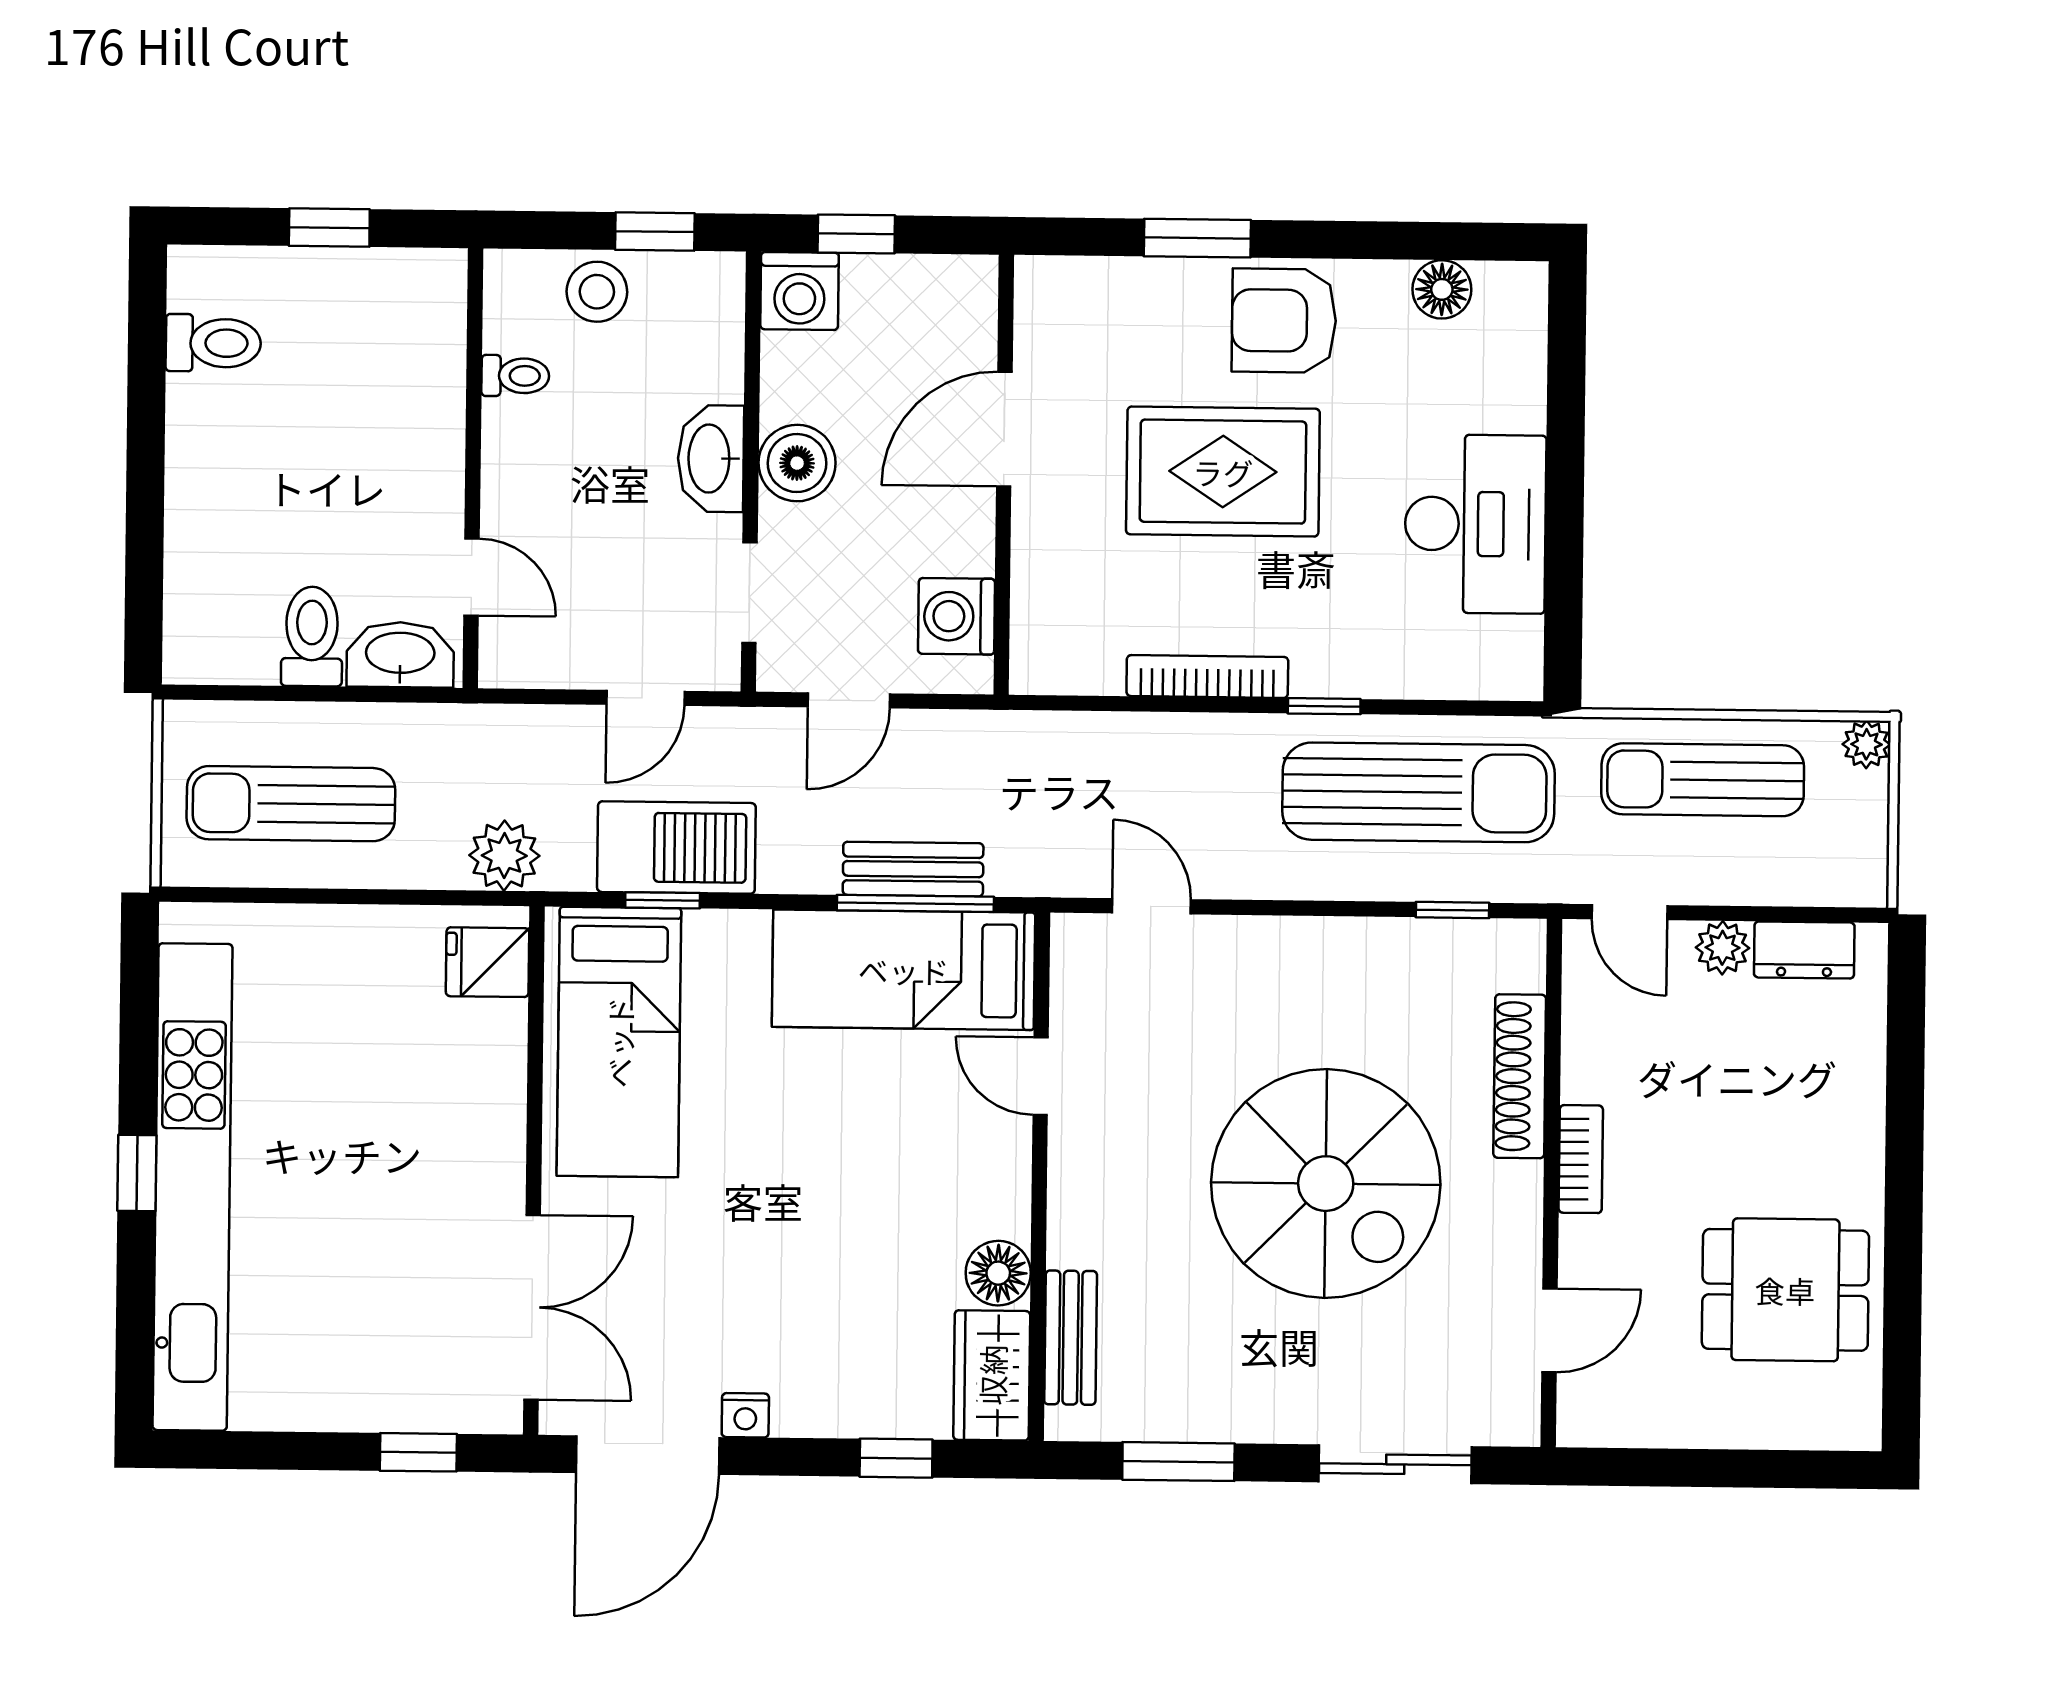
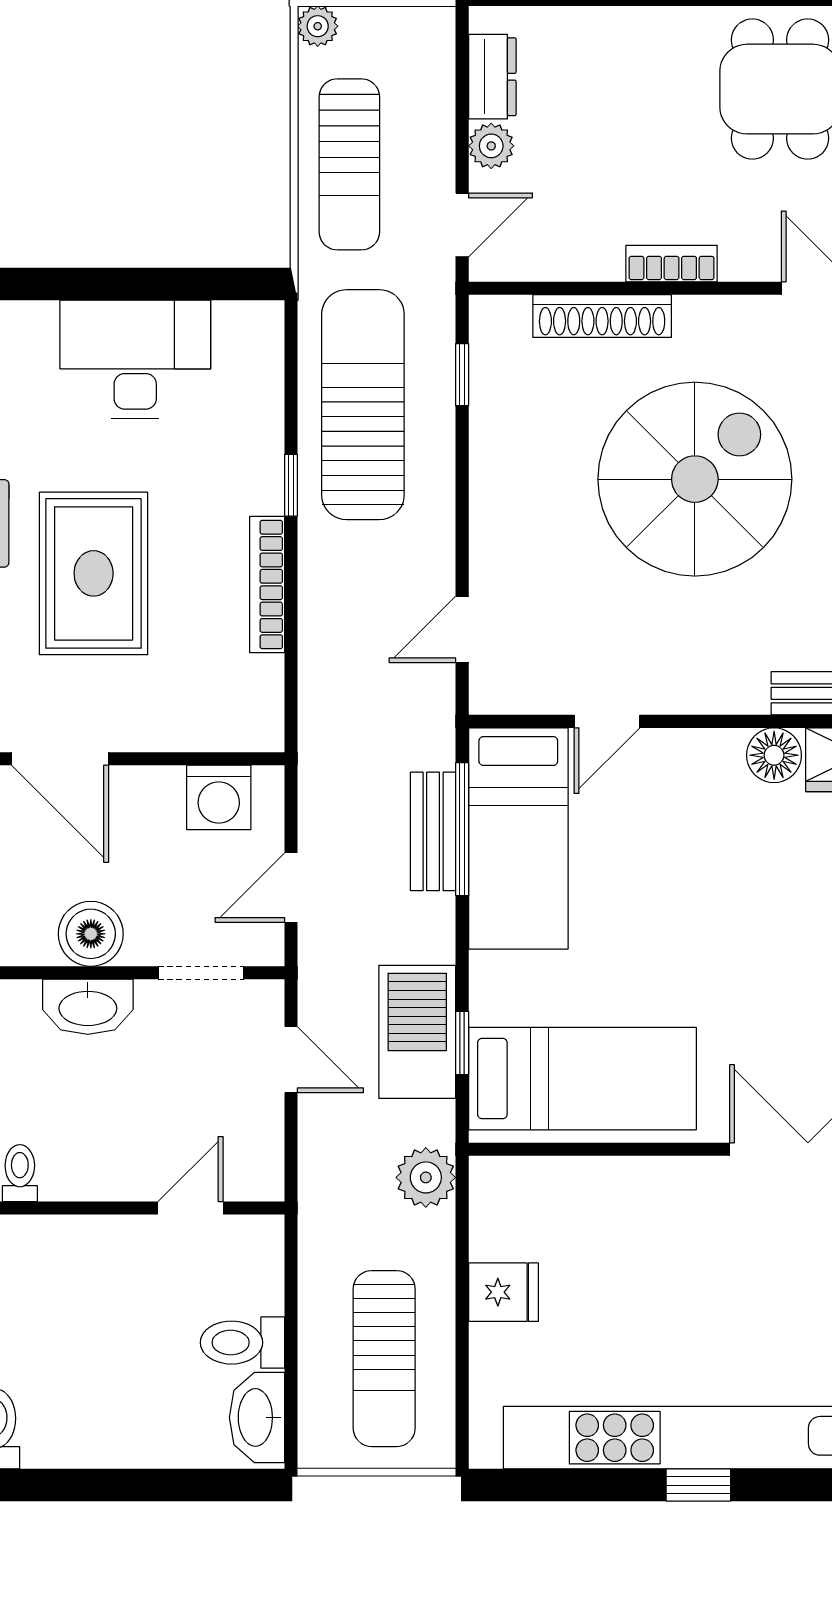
washbasin: (400, 655) -> (257, 1417), moved
door: (849, 700) -> (291, 888), swing flipped
fridge: (488, 962) -> (503, 1292), moved, turned -90

